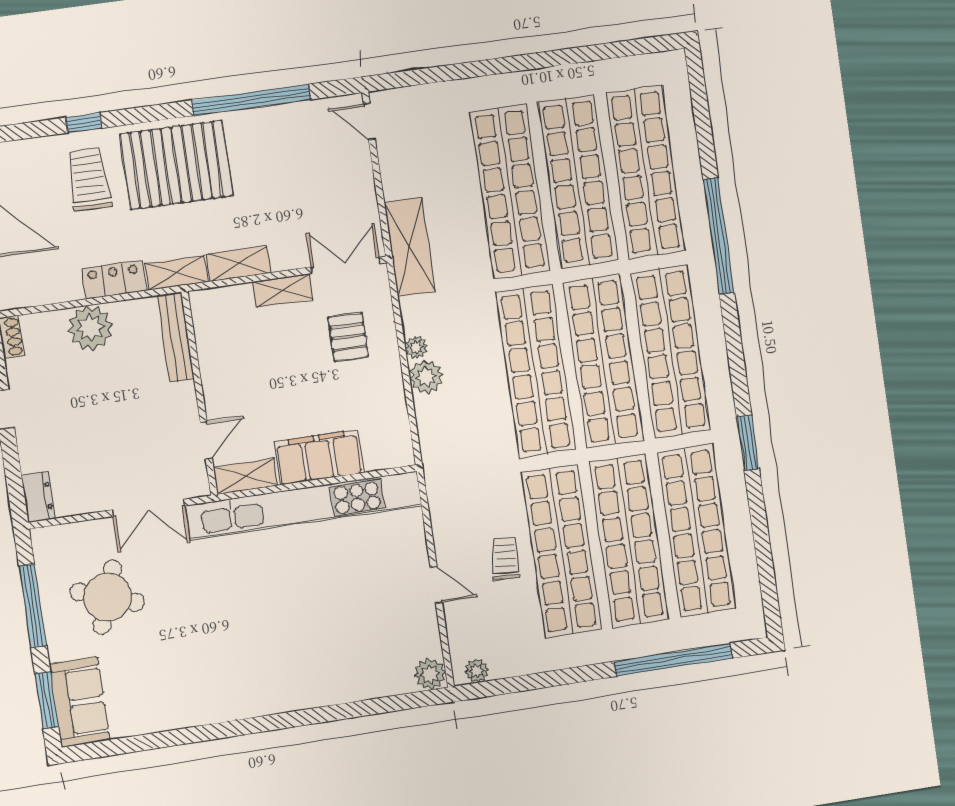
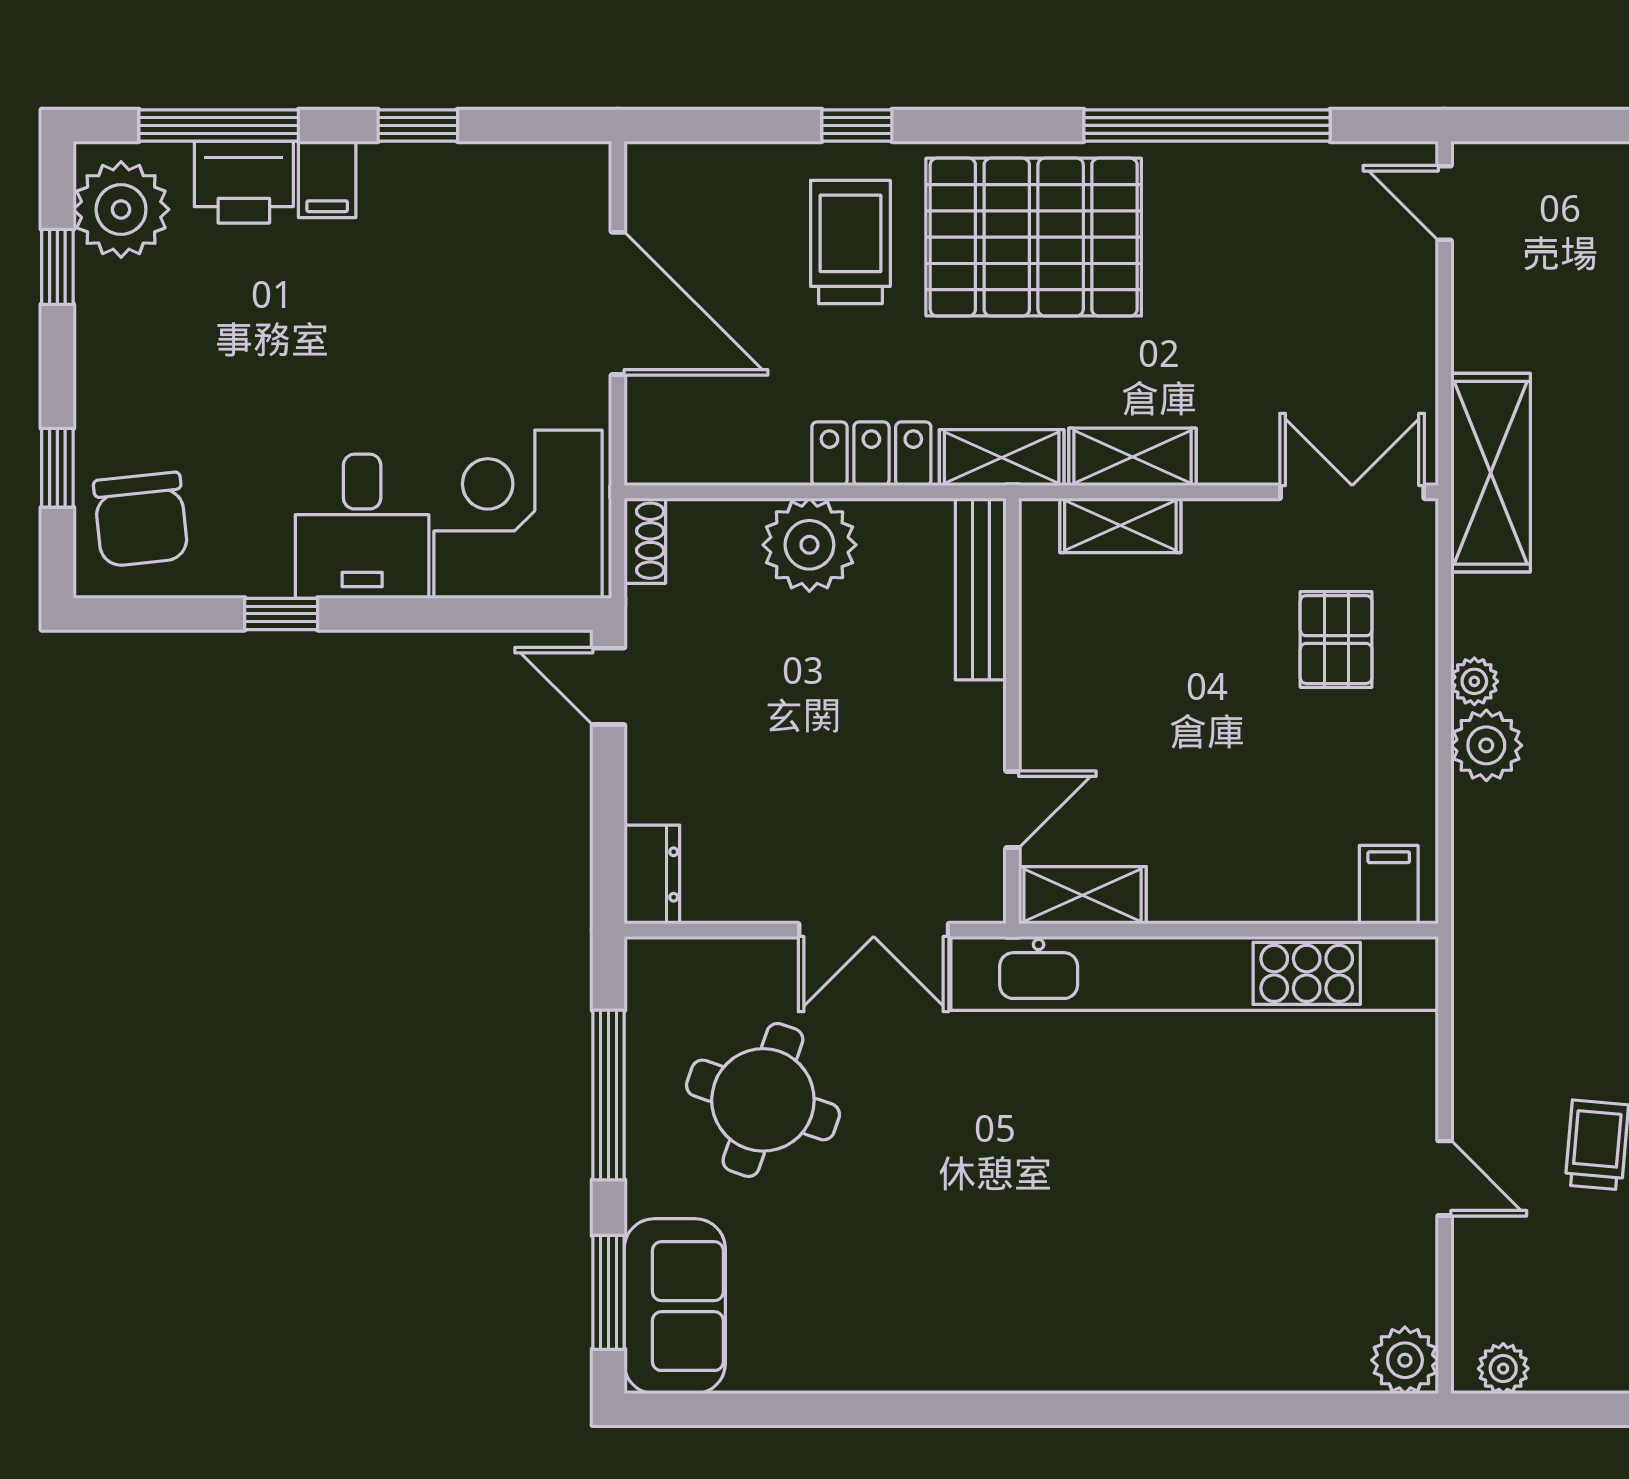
shelving: (283, 291) -> (1120, 525), moved
filing cabinet: (319, 457) -> (1389, 885), moved, width x0.33, depth x0.86

